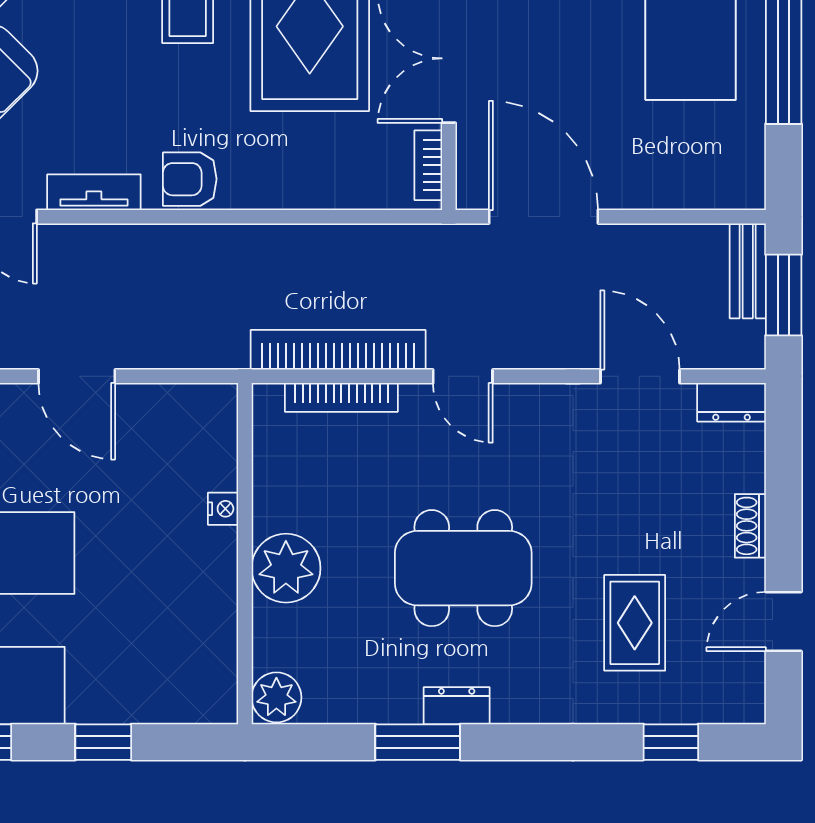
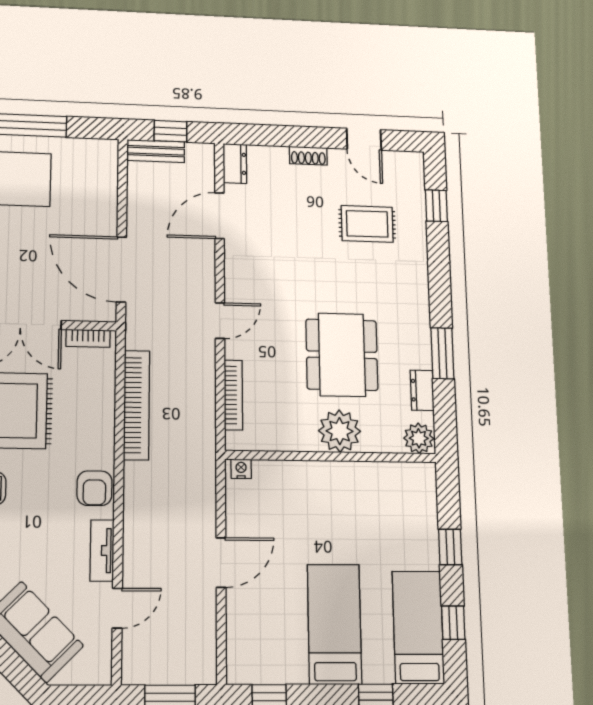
door: (544, 217) -> (121, 269), hinge flipped
window: (784, 295) -> (170, 131), width x0.67
bookcase: (338, 350) -> (137, 405), moved, turned 180
nightstand: (223, 509) -> (241, 469), moved
dining table: (463, 568) -> (342, 355), moved
dresser: (457, 706) -> (422, 390), moved

